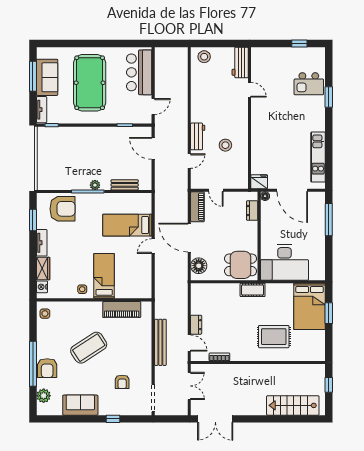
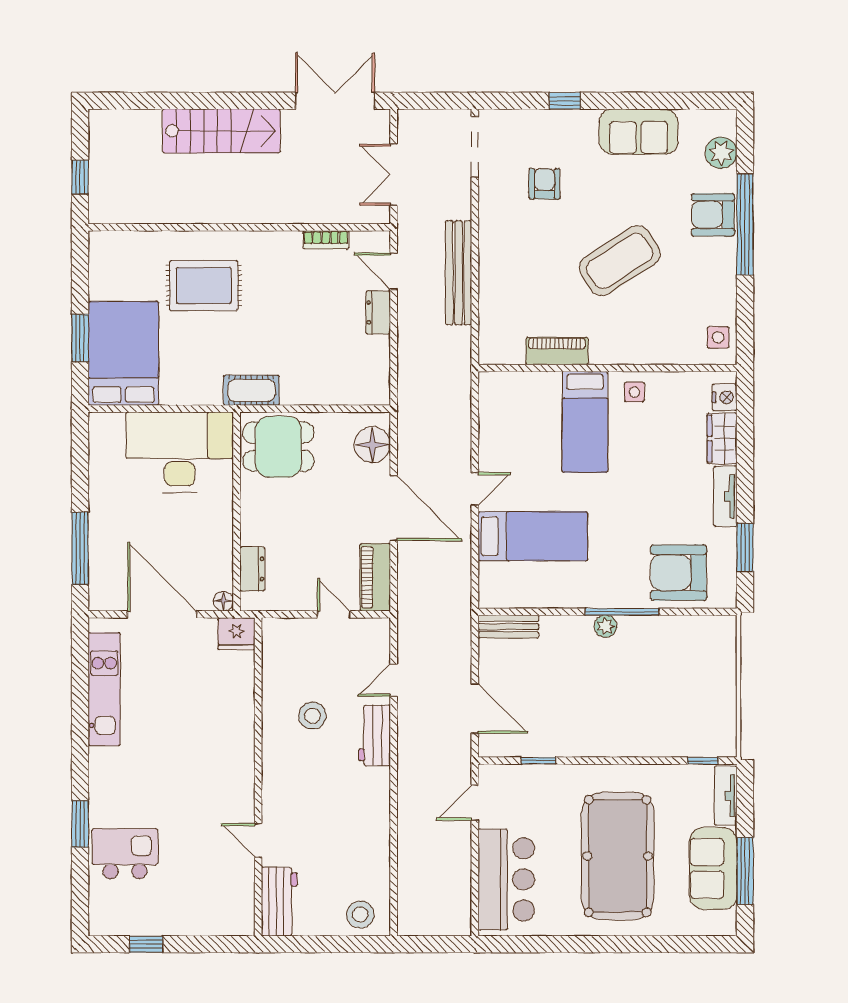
bench: (125, 185) -> (508, 627), moved
piano: (122, 310) -> (557, 351), width x0.73, depth x0.75
armchair: (47, 368) -> (713, 215), turned -90
stairs: (293, 405) -> (221, 131), moved

